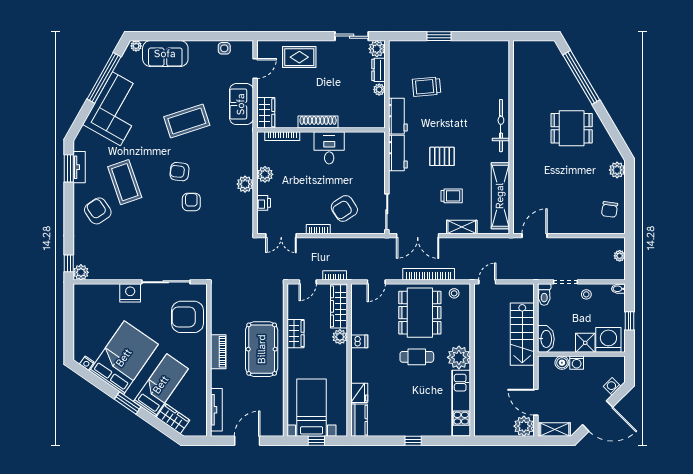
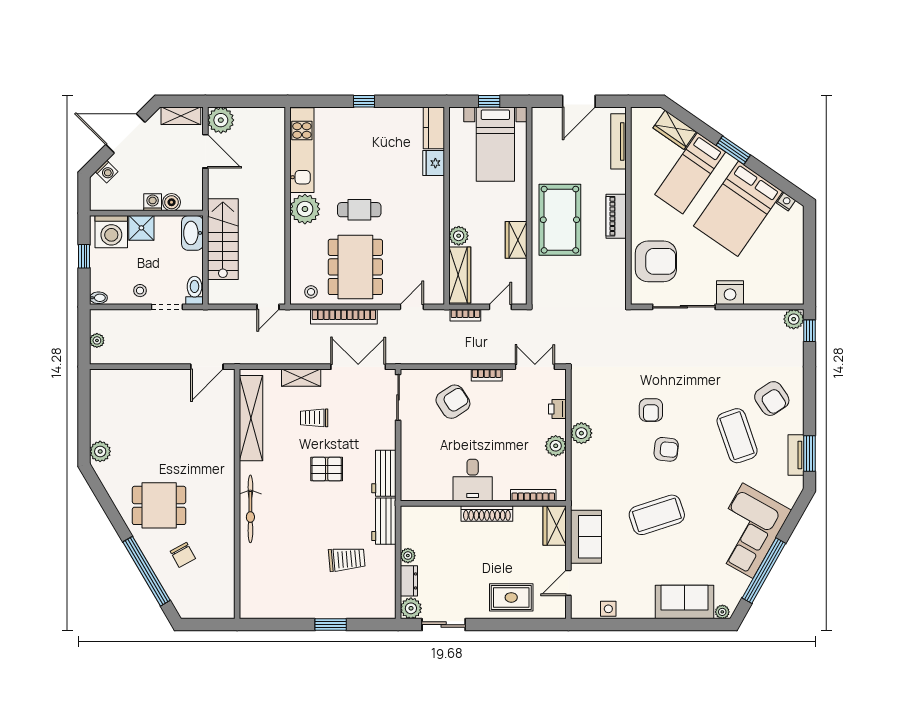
chair: (610, 209) -> (183, 555), moved, turned 143
dishwasher: (359, 341) -> (434, 230), removed

